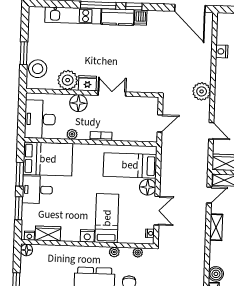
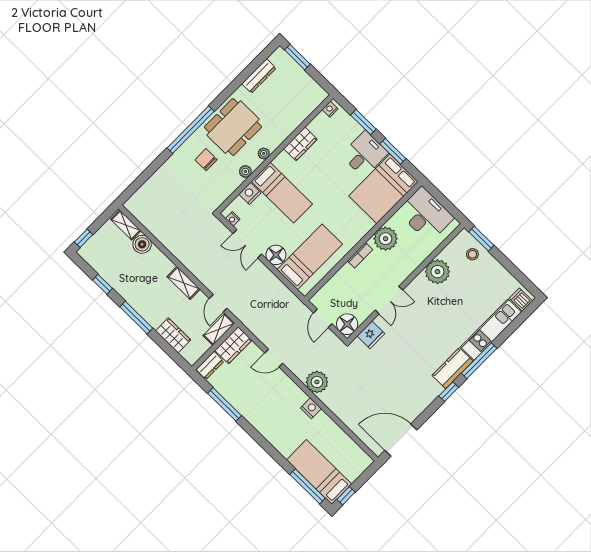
dishwasher: (141, 18) -> (521, 300), moved
nightstand: (222, 51) -> (311, 408), moved
window: (24, 53) -> (481, 239), moved
stool: (38, 69) -> (472, 254), width x0.53, depth x0.53
fridge: (87, 83) -> (371, 335), moved
floor lamp: (78, 103) -> (347, 324), moved
plant: (72, 134) -> (386, 239), width x1.87, depth x1.87
wardrobe: (48, 234) -> (300, 144), moved
nightstand: (87, 236) -> (250, 193), moved
floor lamp: (26, 250) -> (320, 95), removed
plant: (138, 253) -> (264, 153), moved

